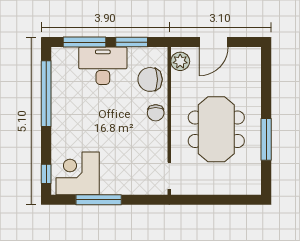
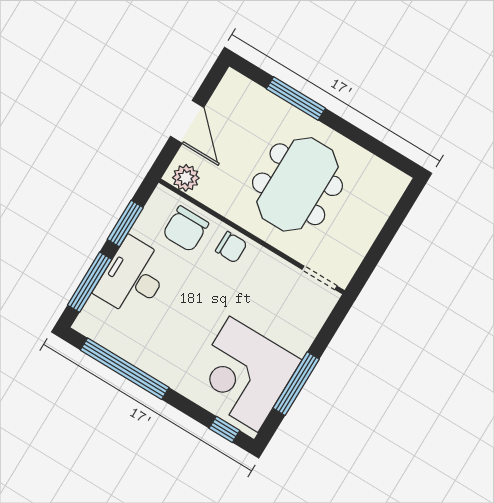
meeting table: (216, 129) -> (297, 184), turned 90
window: (266, 139) -> (296, 98), moved
corner desk: (78, 173) -> (244, 374), width x1.36, depth x1.36

